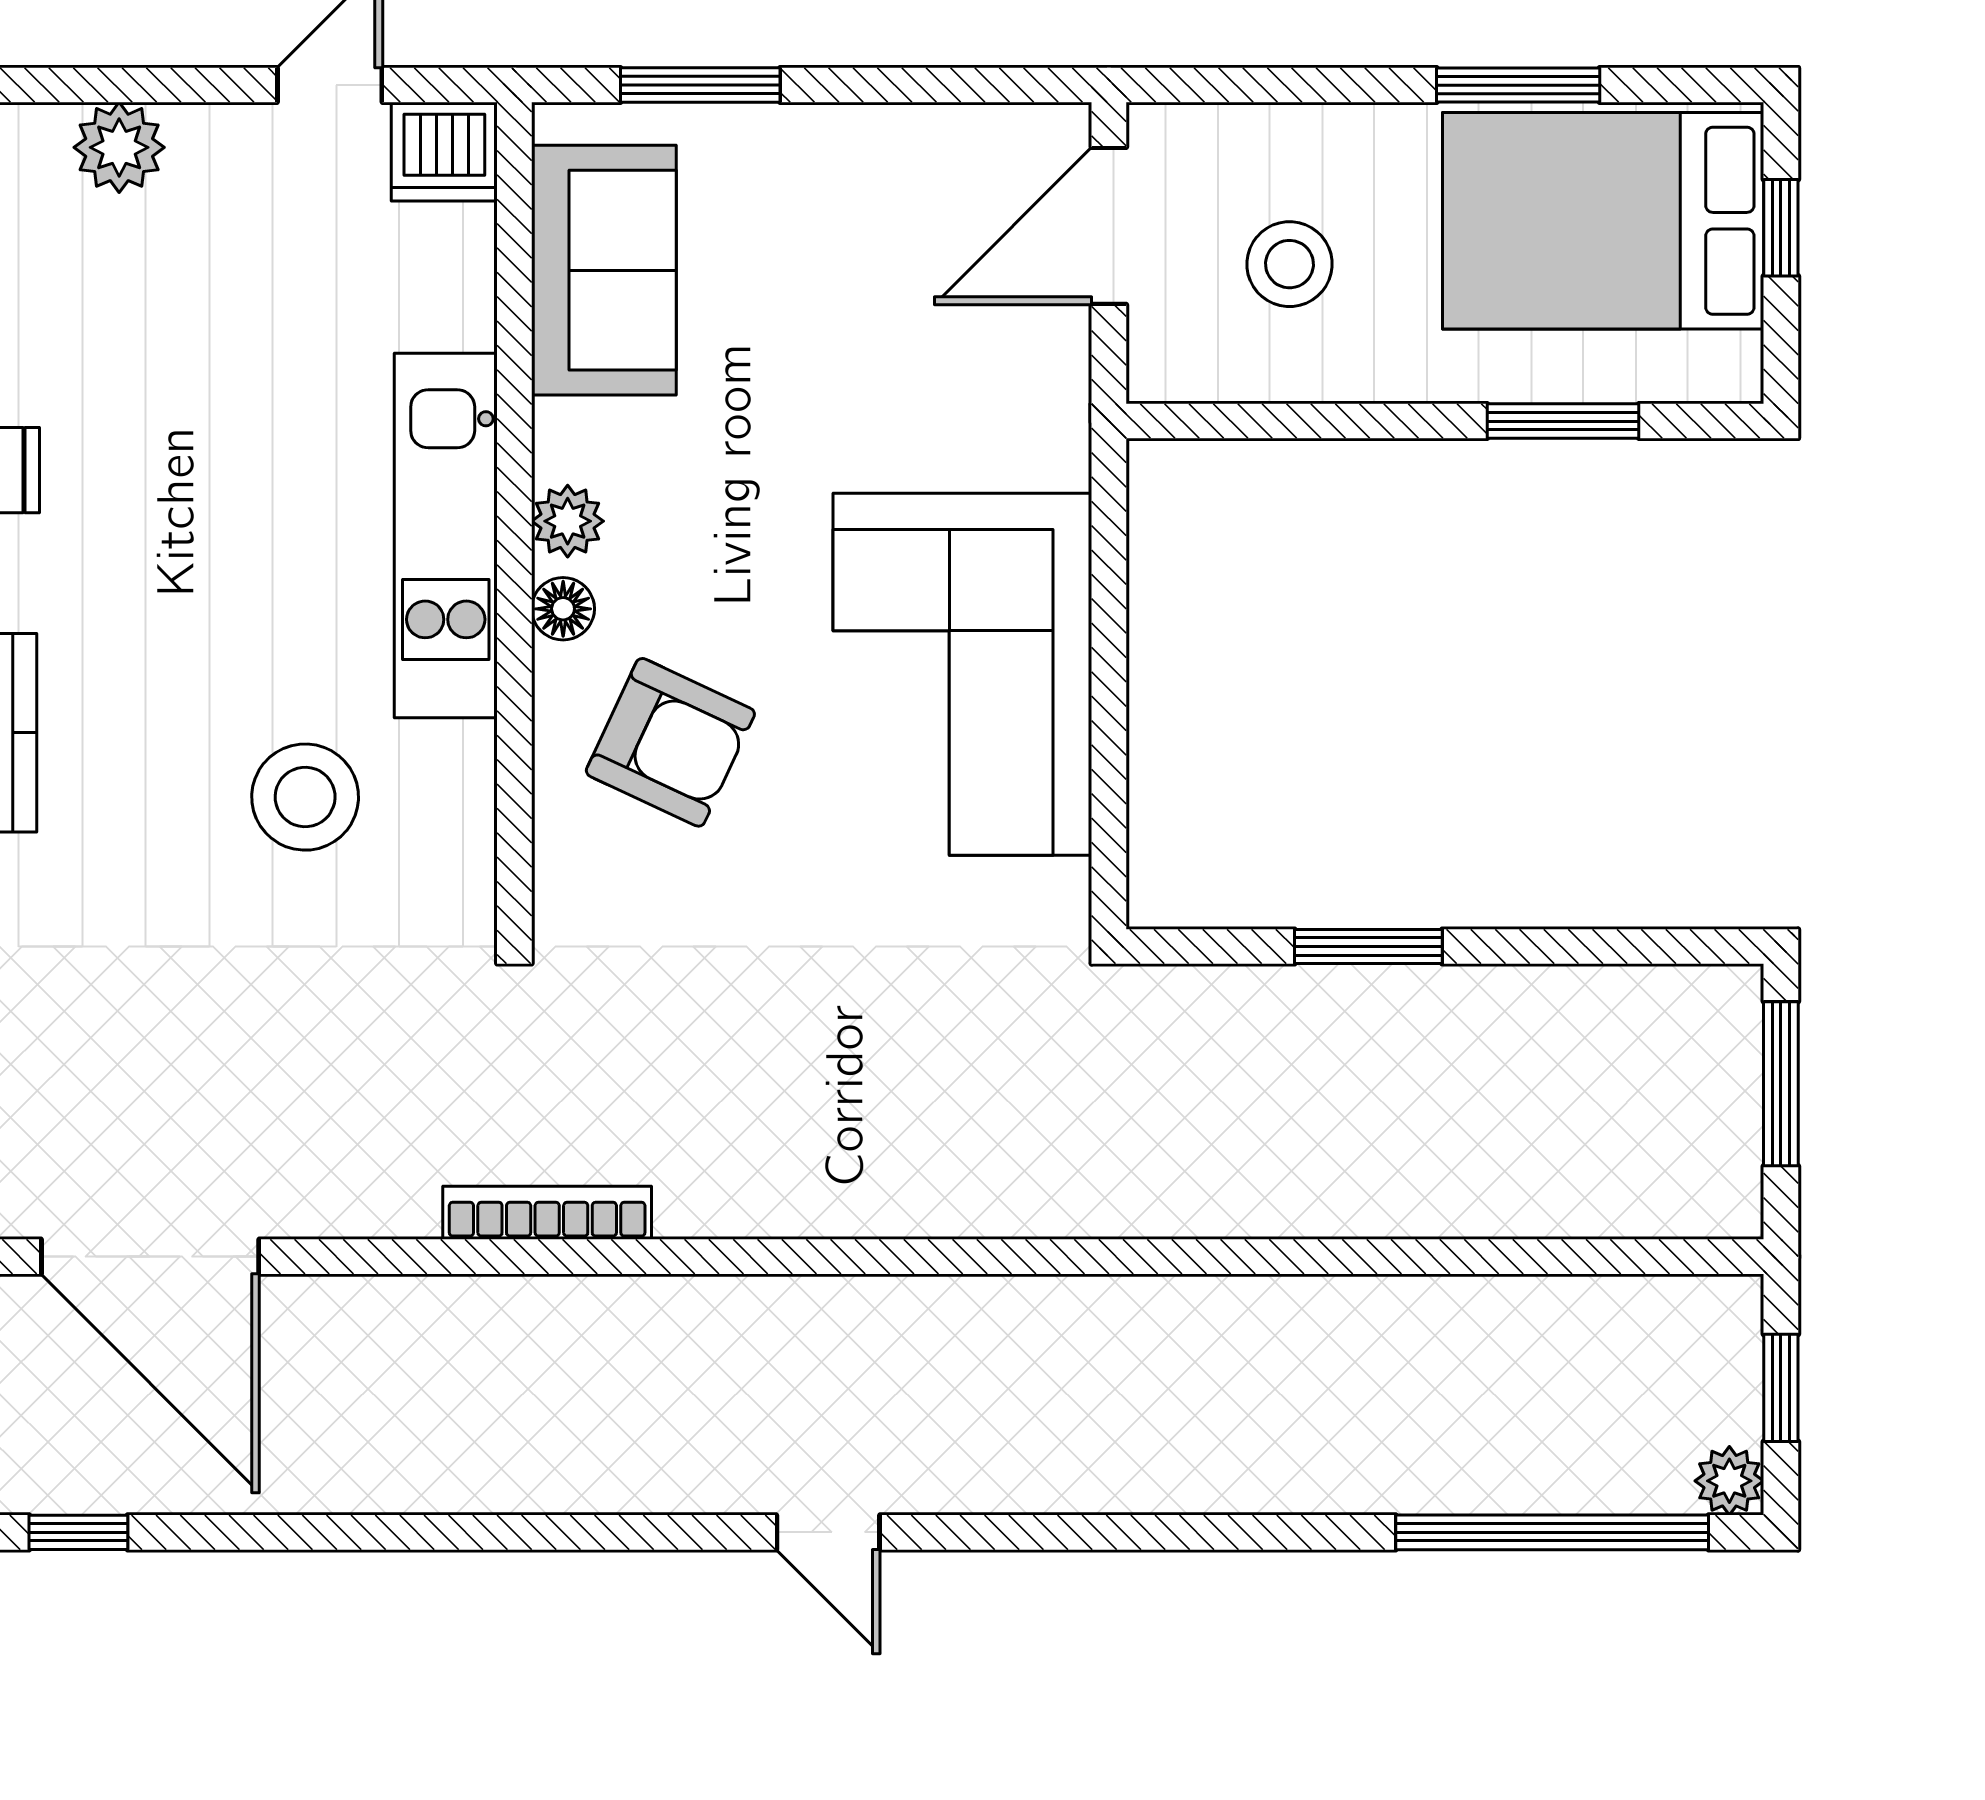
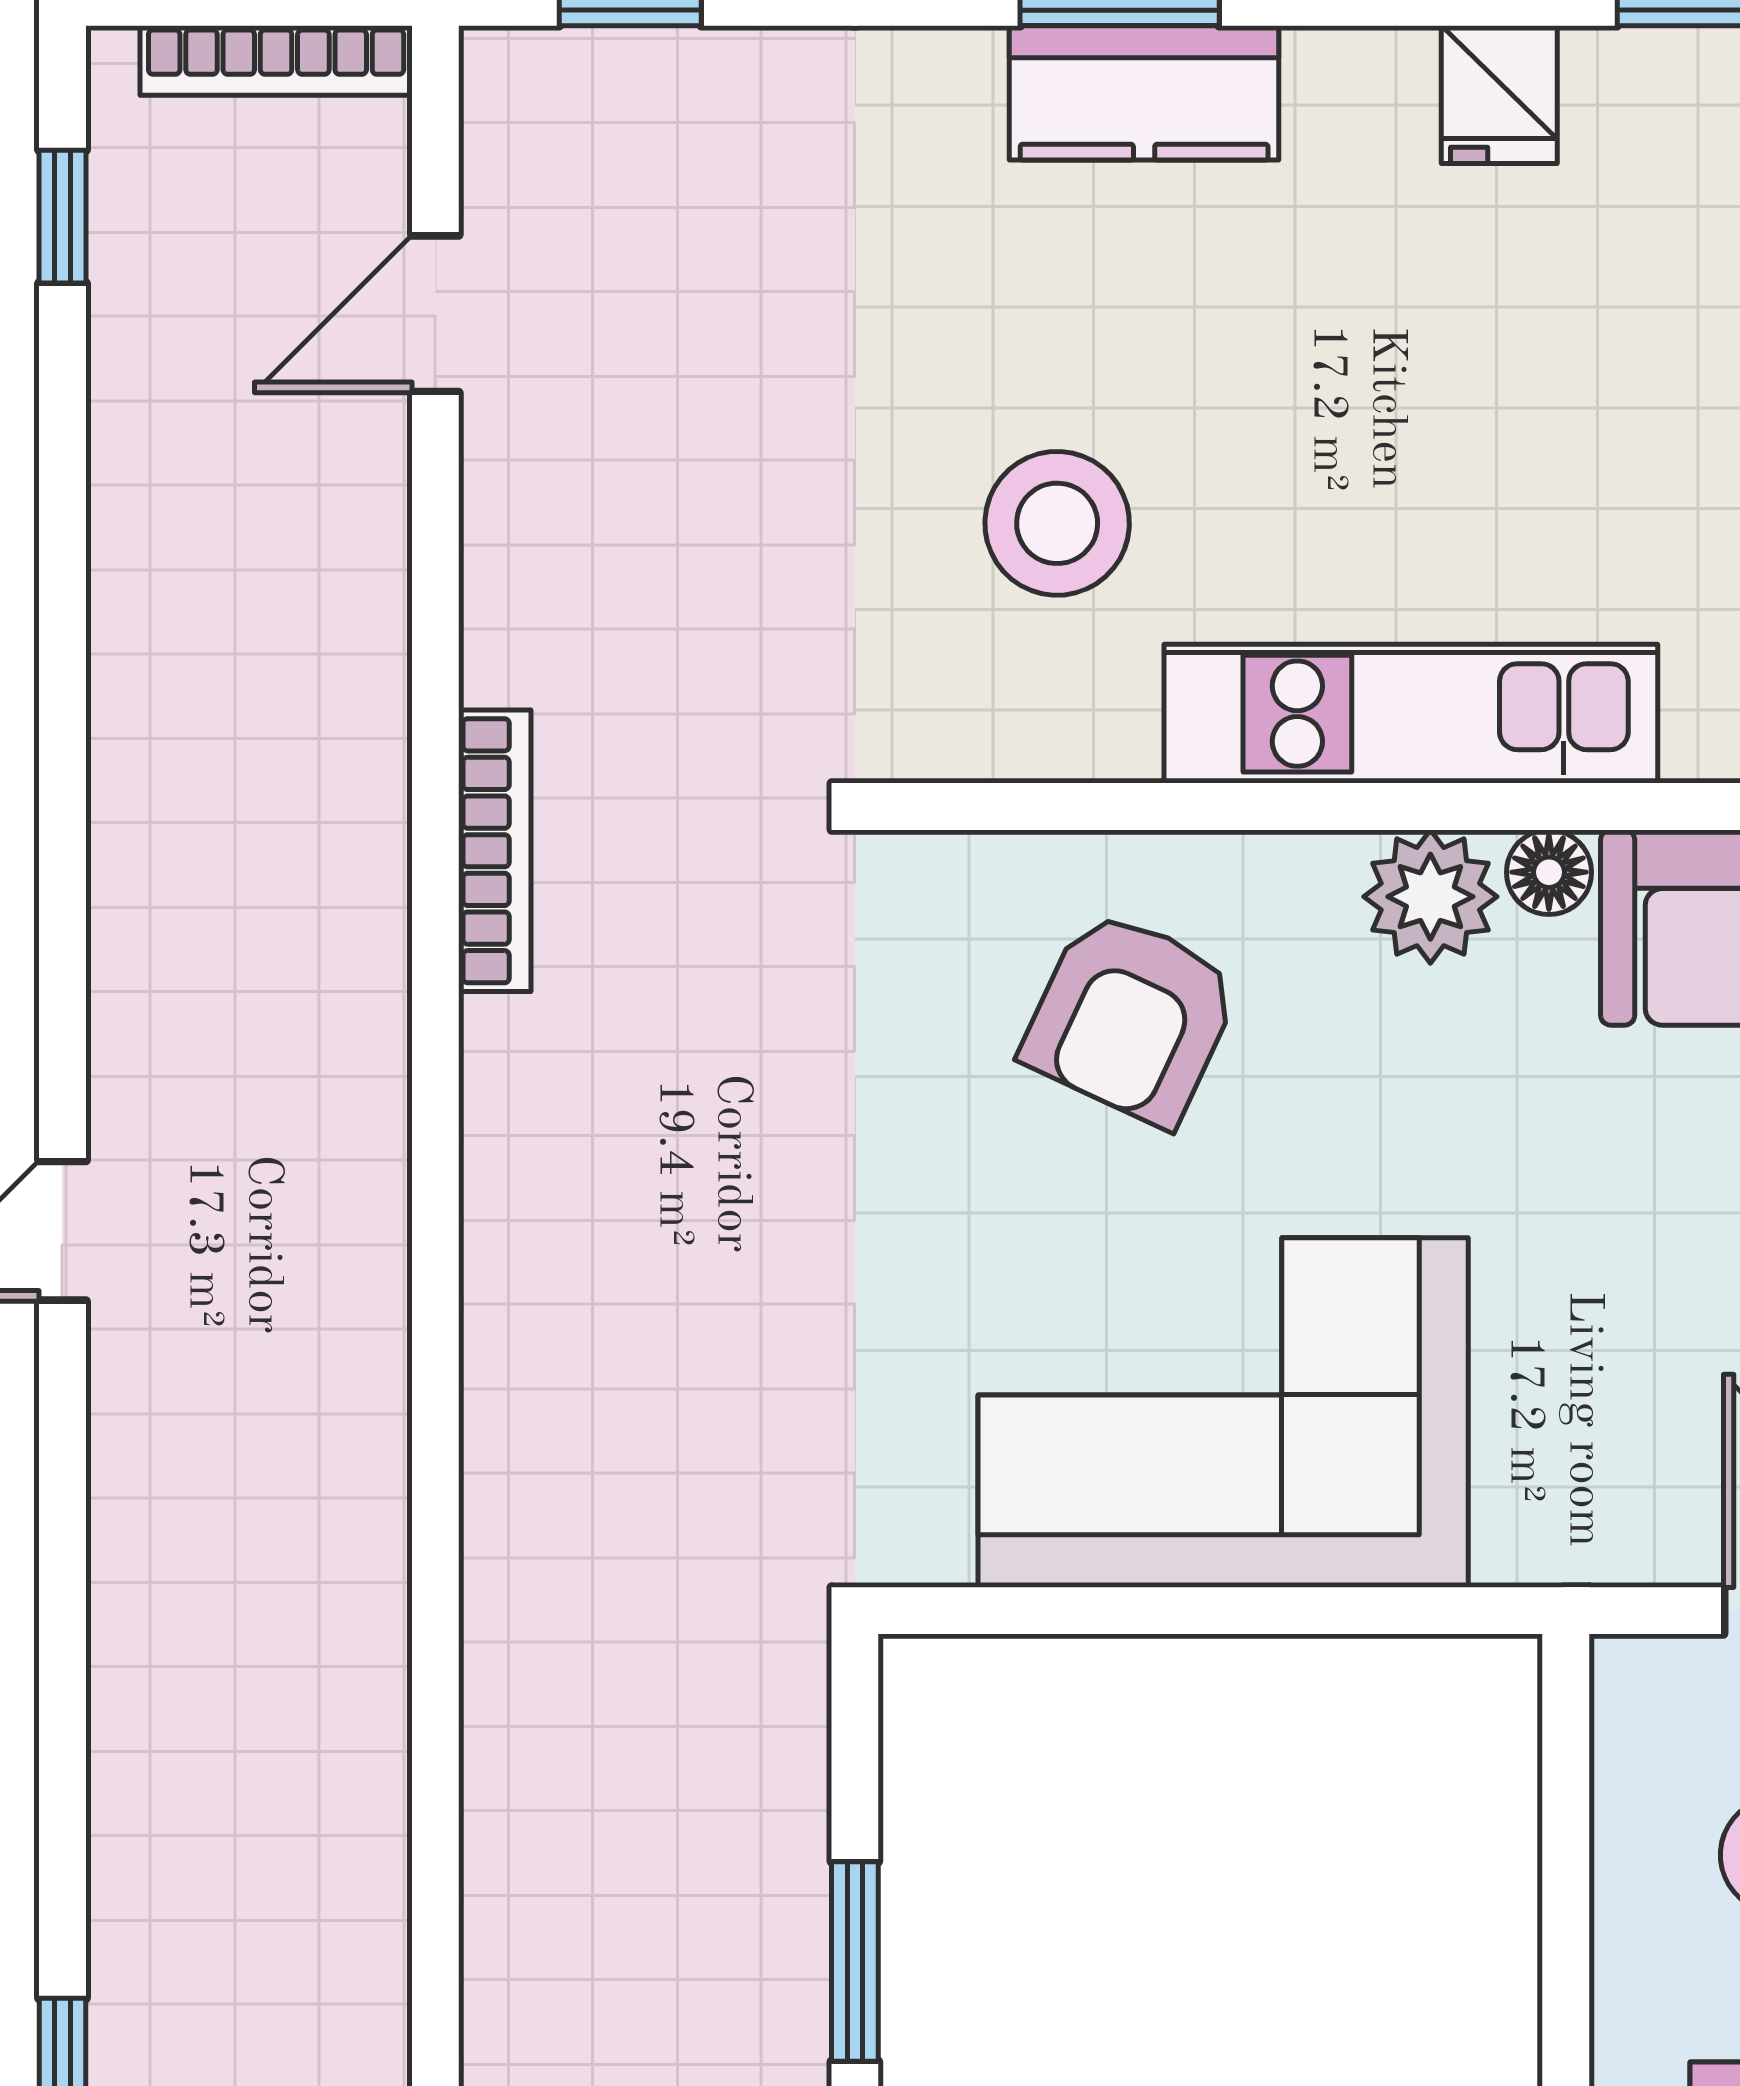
plant: (568, 521) -> (1430, 897), width x1.38, depth x1.38
floor lamp: (563, 609) -> (1549, 872), moved
door: (150, 1257) -> (435, 314), width x0.53

